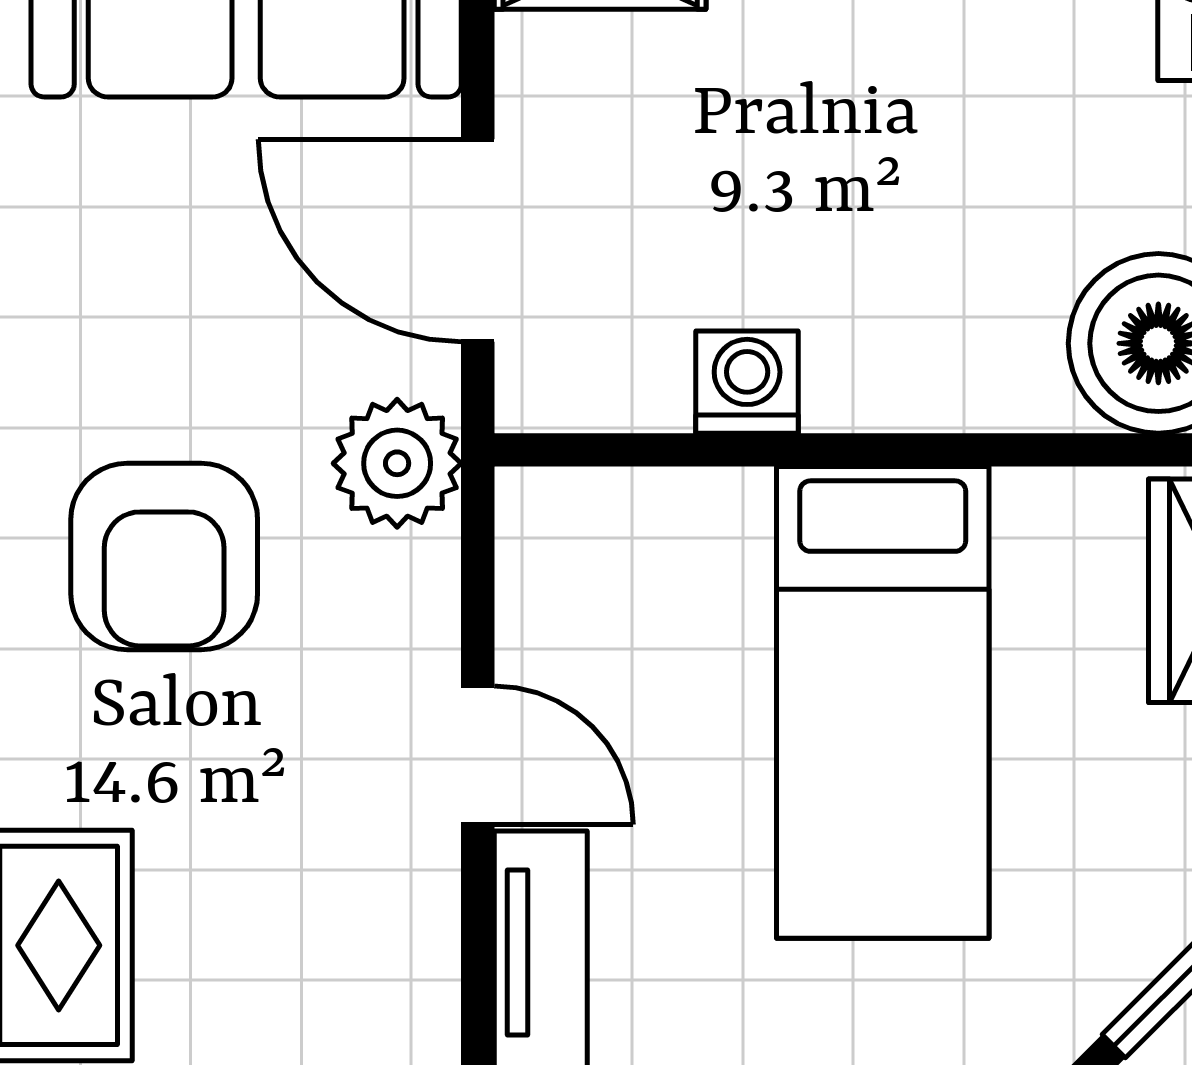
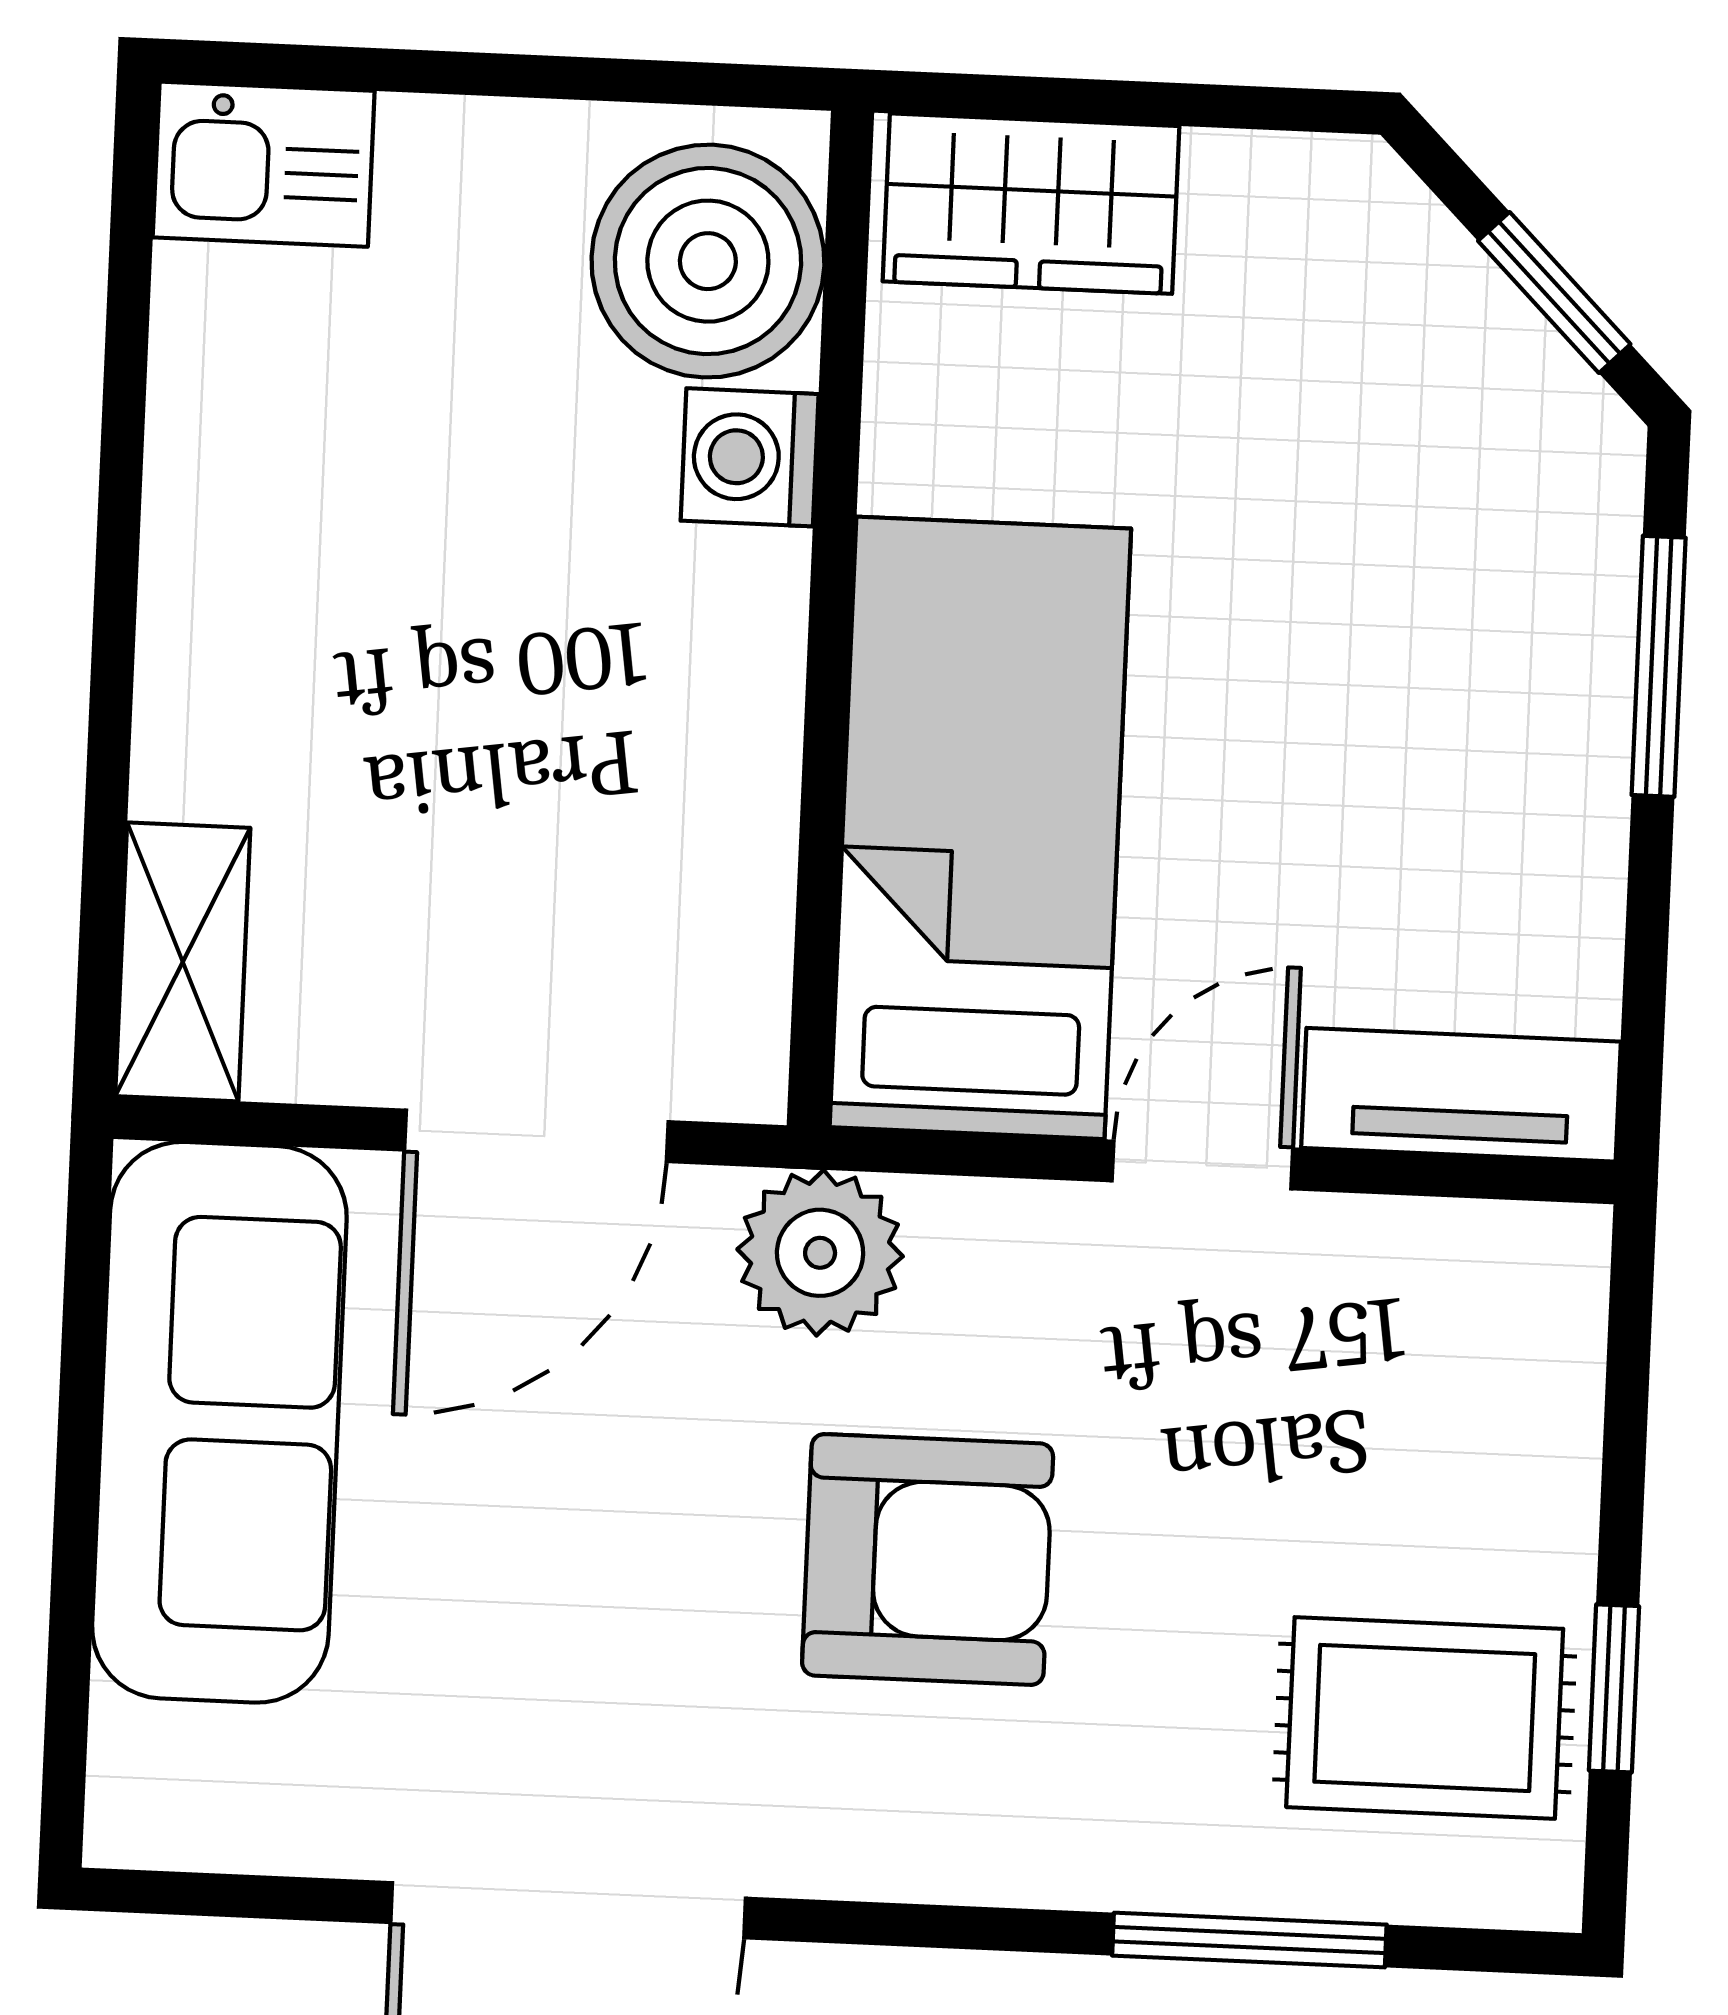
washing machine: (747, 382) -> (750, 457), moved
bed: (883, 702) -> (980, 828), moved, turned -90

